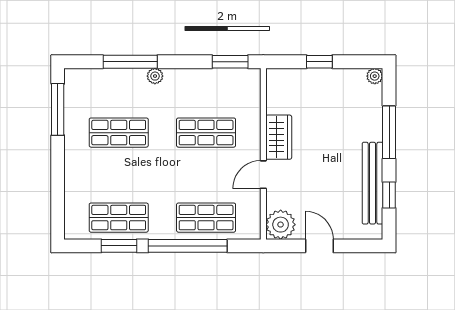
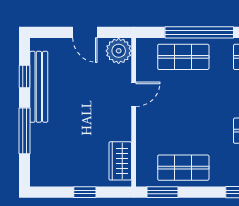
plant: (155, 76) -> (228, 180), removed
plant: (375, 76) -> (37, 180), removed
shop shelf: (206, 133) -> (183, 168), moved
wardrobe: (279, 137) -> (120, 161), moved

